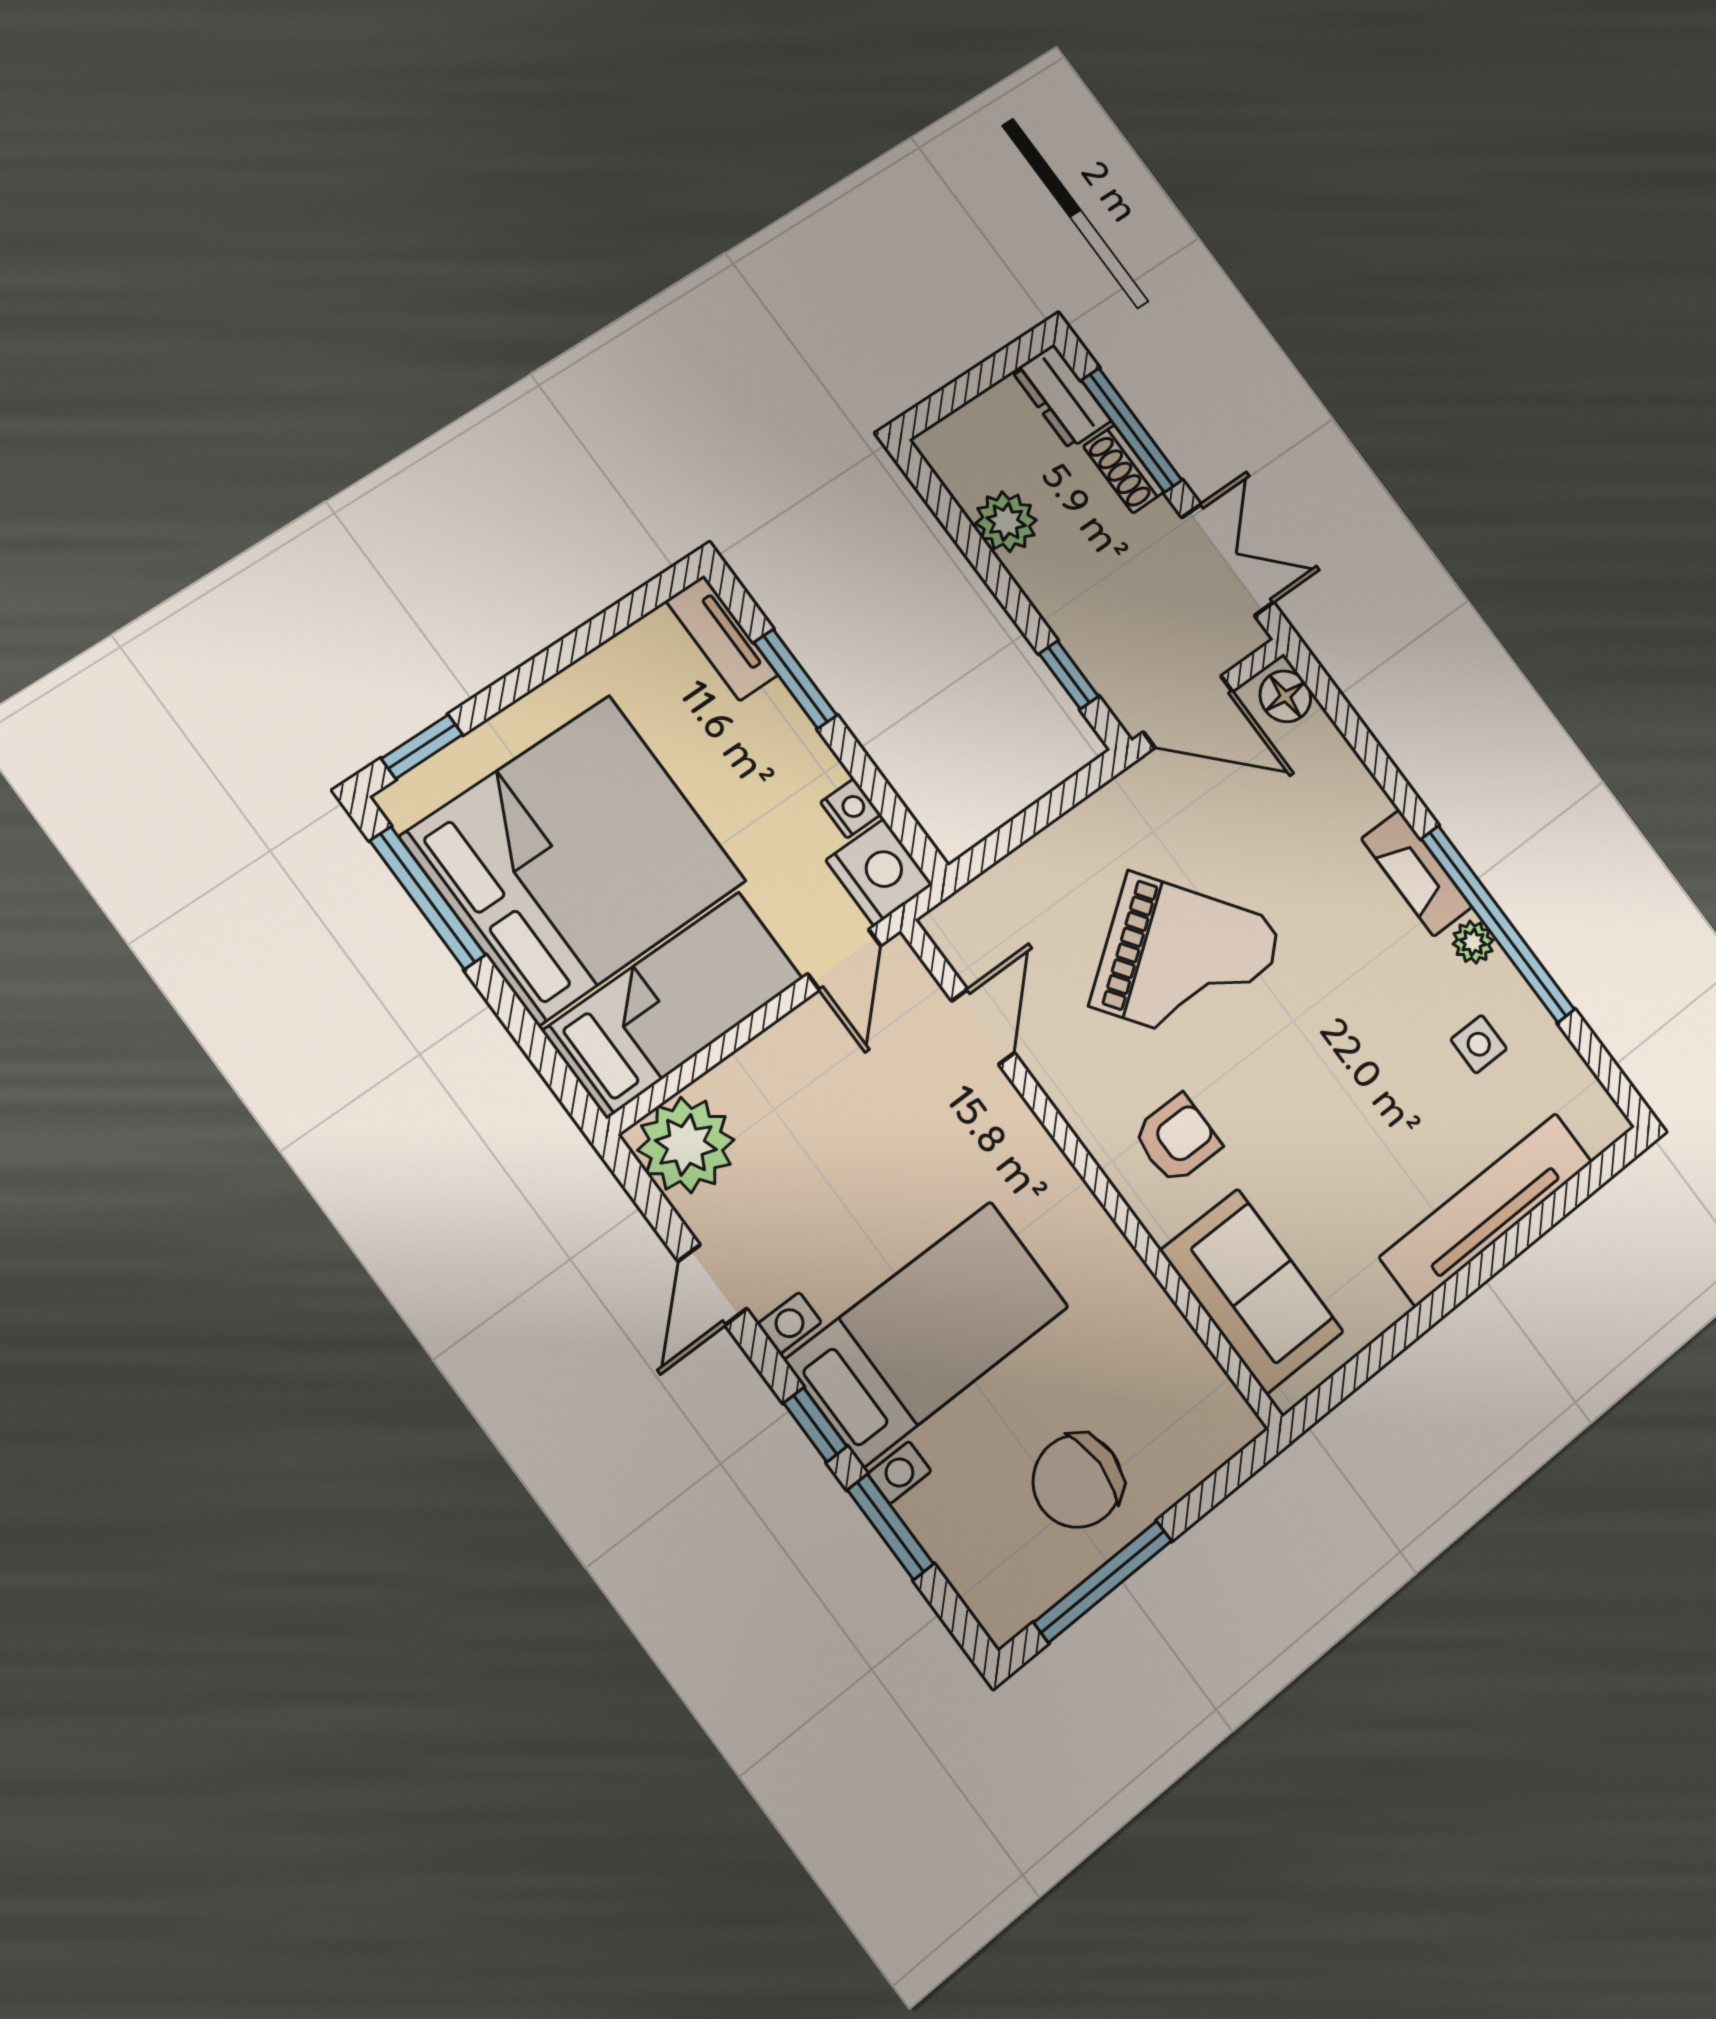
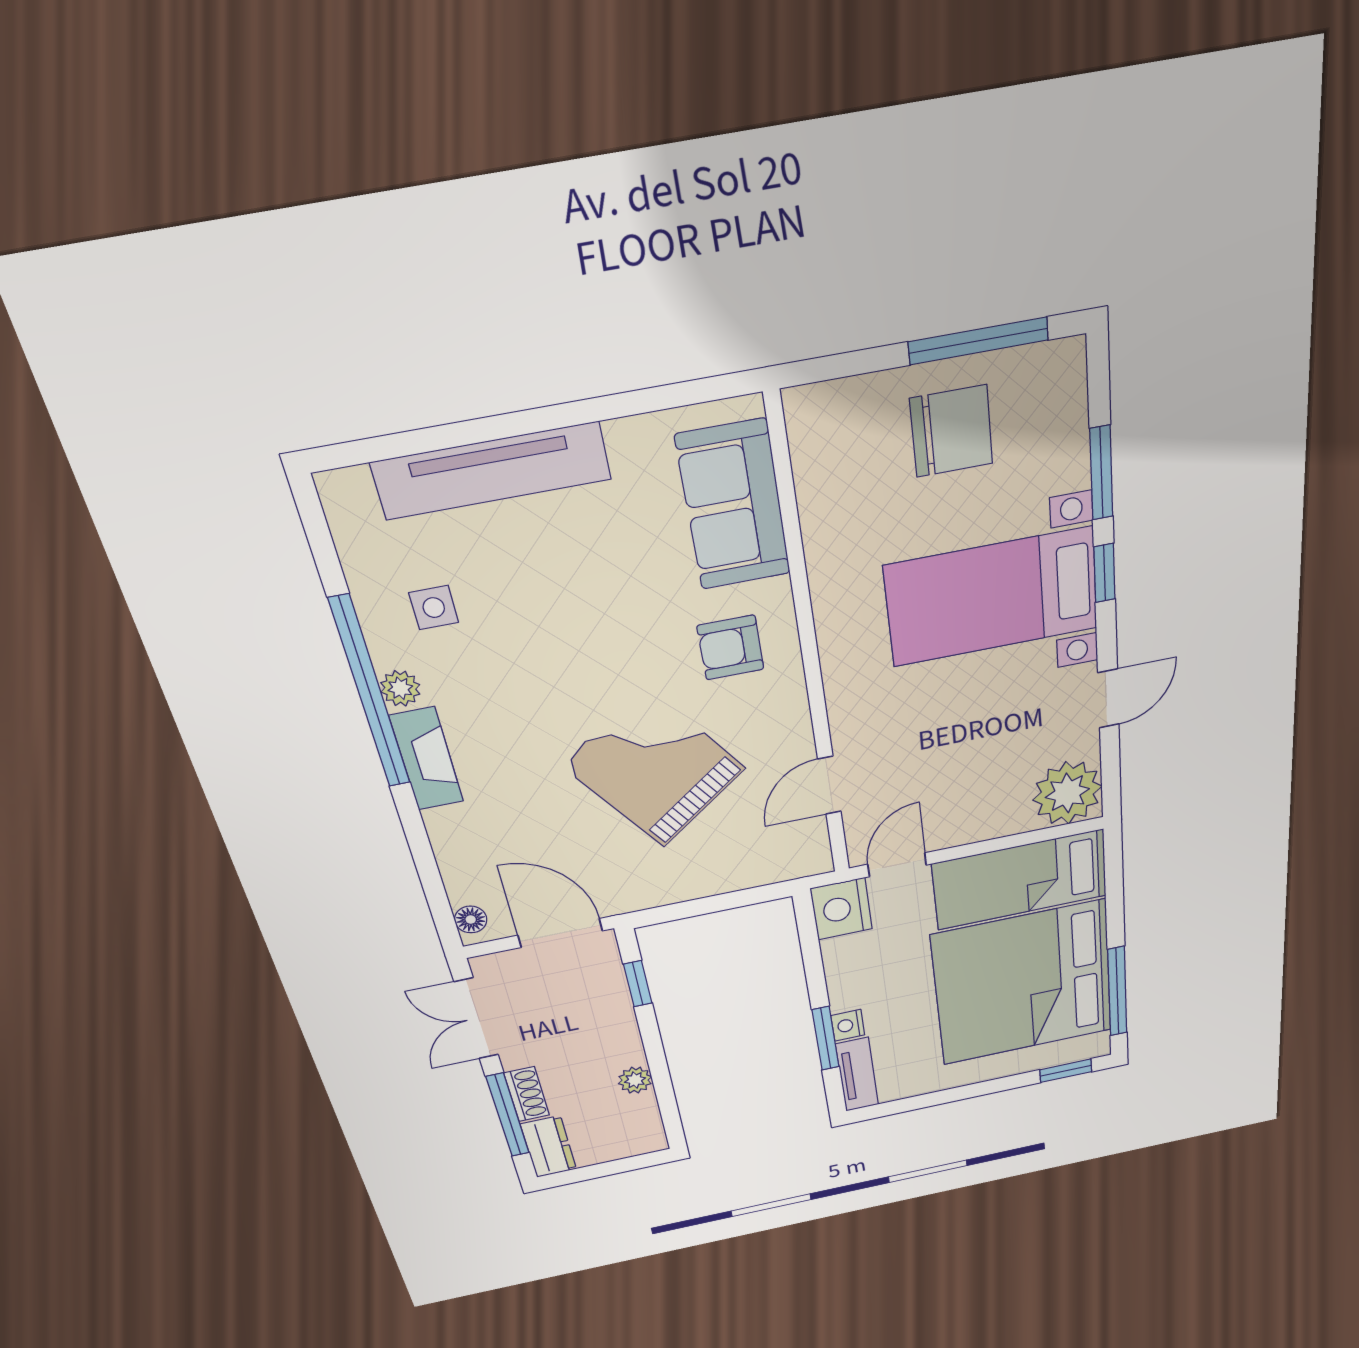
plant: (1006, 522) -> (635, 1080), width x0.73, depth x0.73
floor lamp: (1285, 696) -> (471, 920), width x0.73, depth x0.73
nightstand: (851, 808) -> (848, 1025), moved

